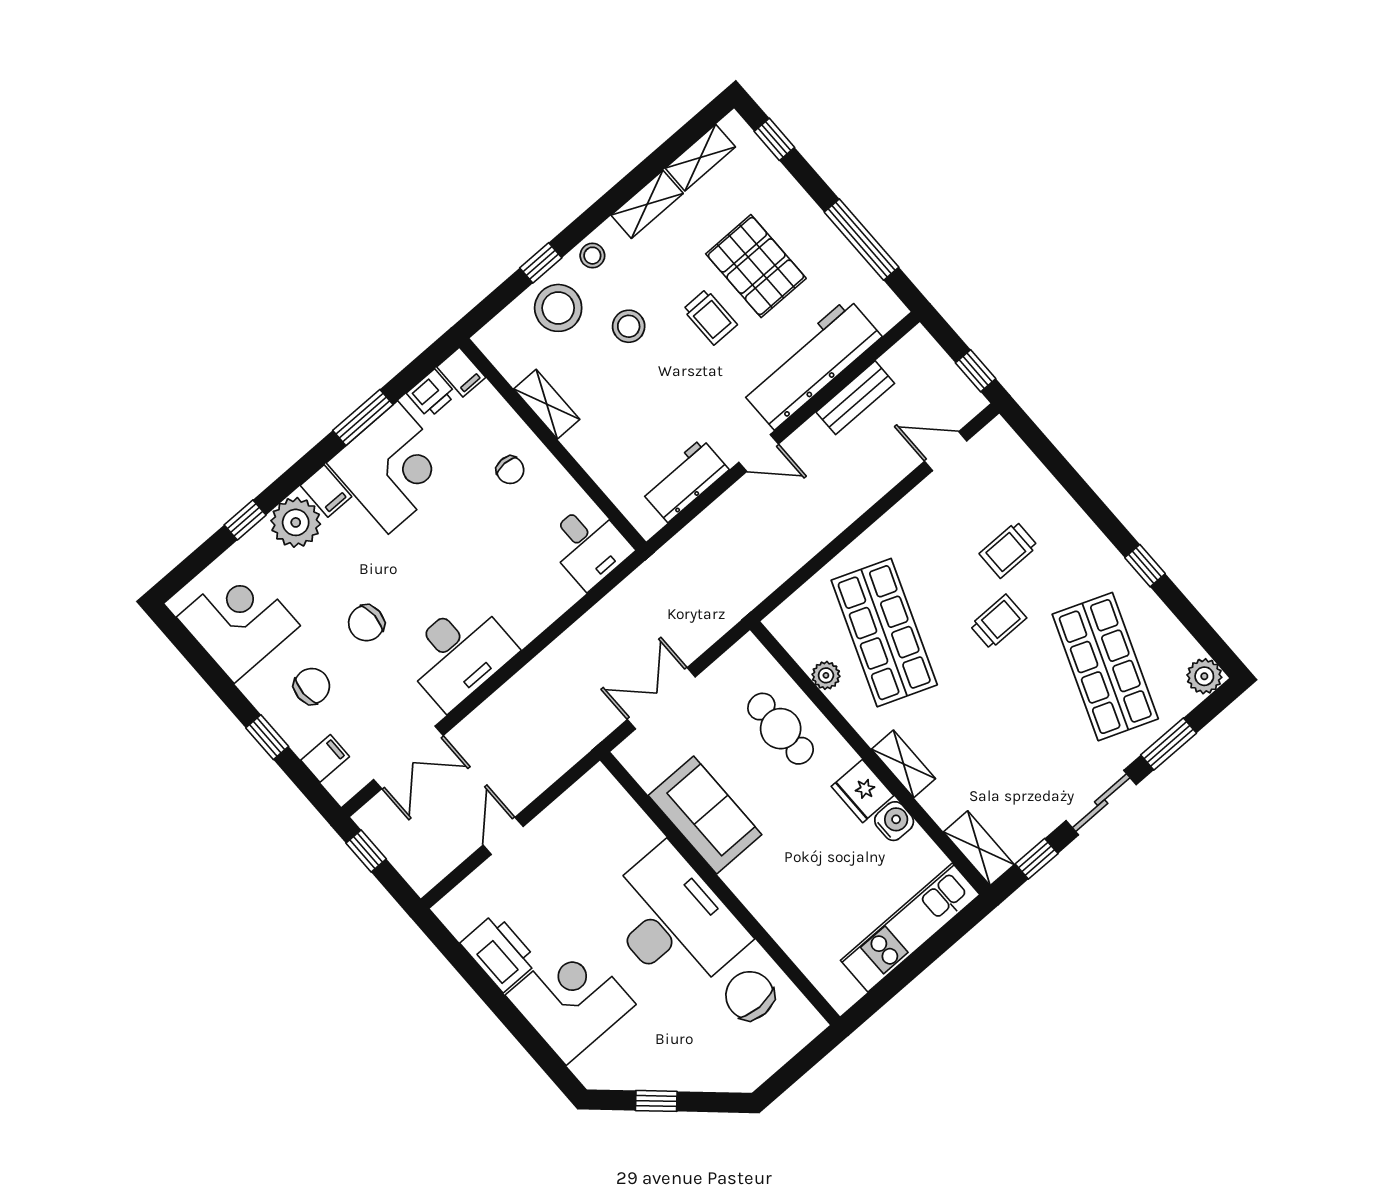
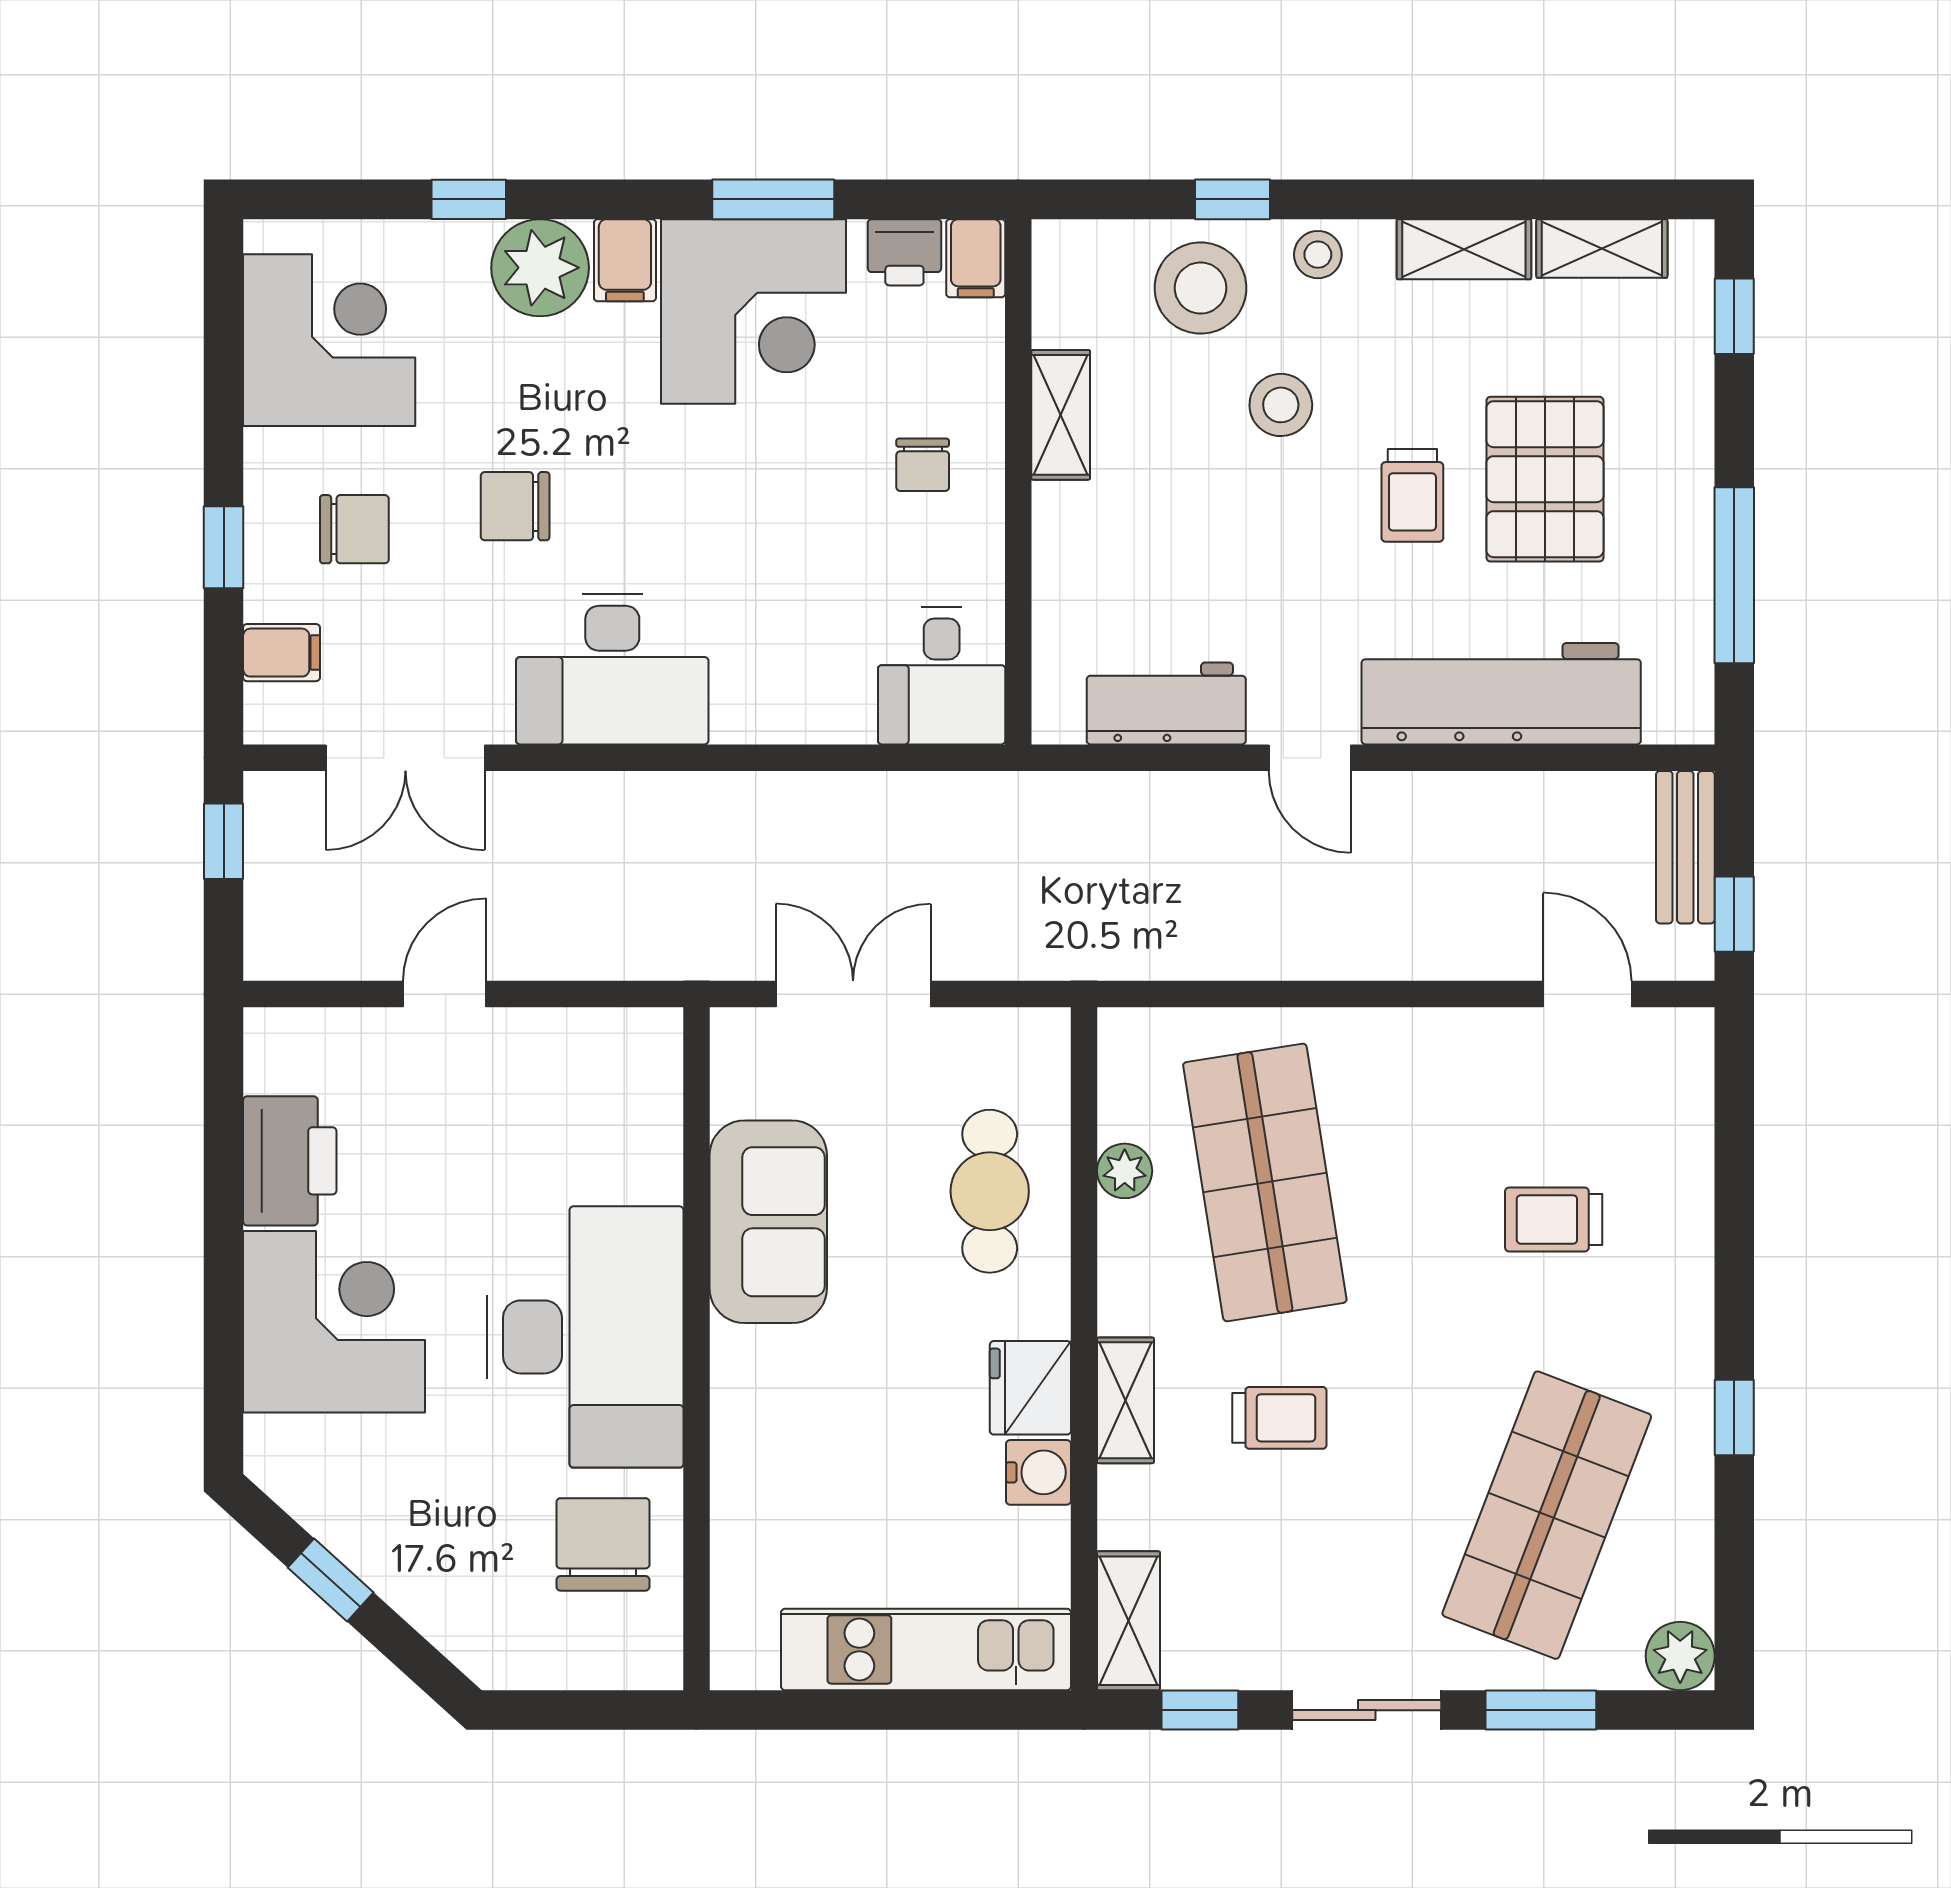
bench: (855, 398) -> (1685, 847), moved, turned 90
trolley: (998, 622) -> (1279, 1418), moved
shop shelf: (884, 633) -> (1265, 1182), turned -30

